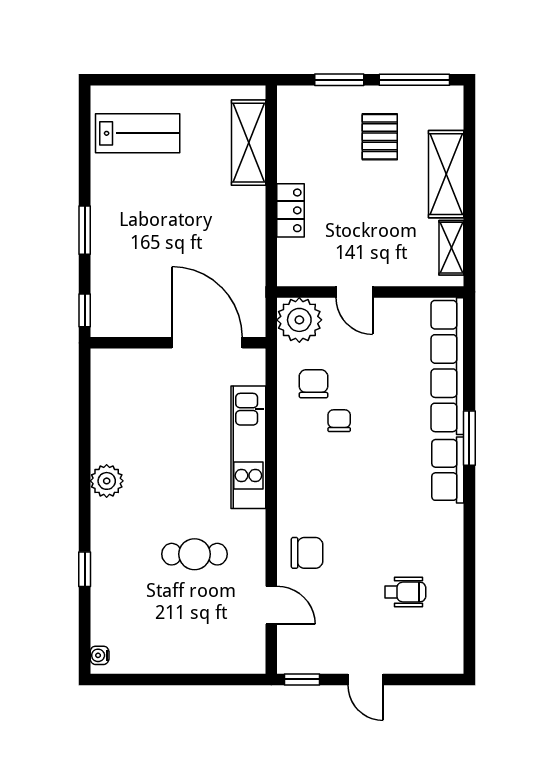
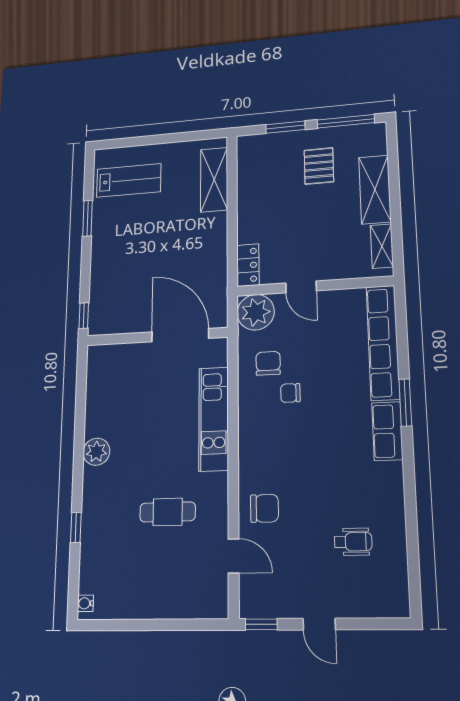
locker: (291, 210) -> (248, 265), moved
window: (85, 230) -> (87, 218), moved
chair: (339, 421) -> (290, 393), turned -90

